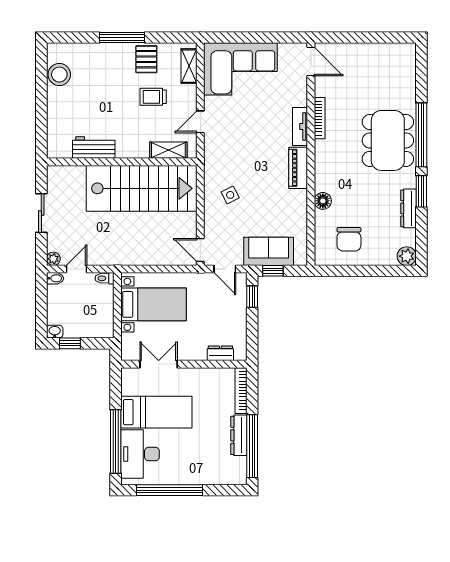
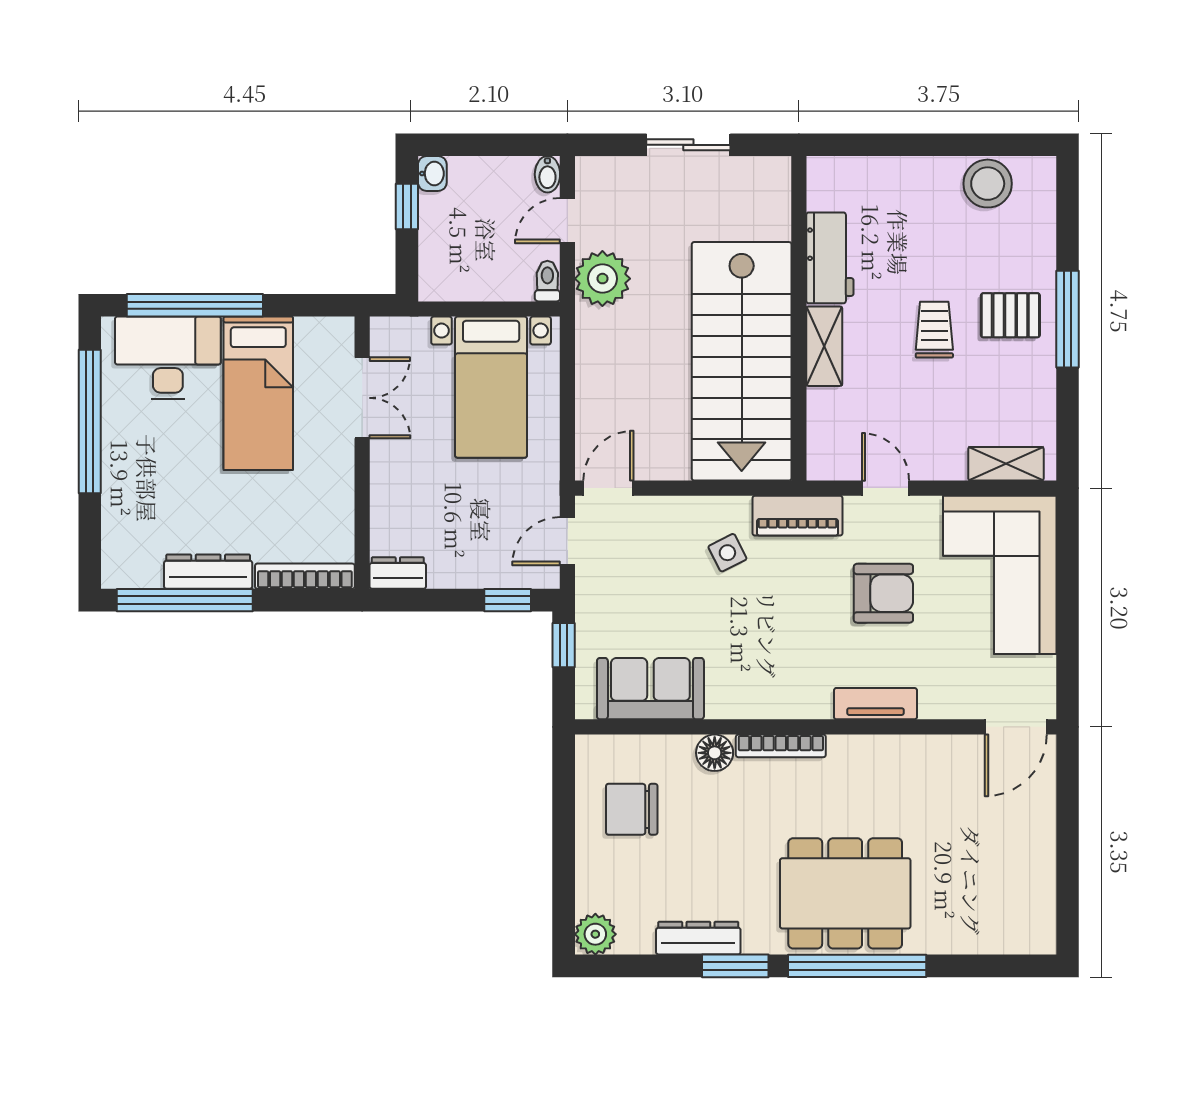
pallet: (146, 59) -> (1010, 315), moved
trolley: (153, 97) -> (934, 330), moved
bookcase: (320, 118) -> (781, 746), moved
armchair: (249, 123) -> (883, 593), added
shelving: (168, 150) -> (824, 346), moved
piano: (298, 168) -> (798, 516), moved, turned 180
sofa: (269, 251) -> (650, 689), moved, turned -90
plant: (53, 259) -> (602, 279), moved, width x1.87, depth x1.87
door: (76, 269) -> (567, 221), swing flipped
dresser: (220, 353) -> (398, 573), moved, turned -90

